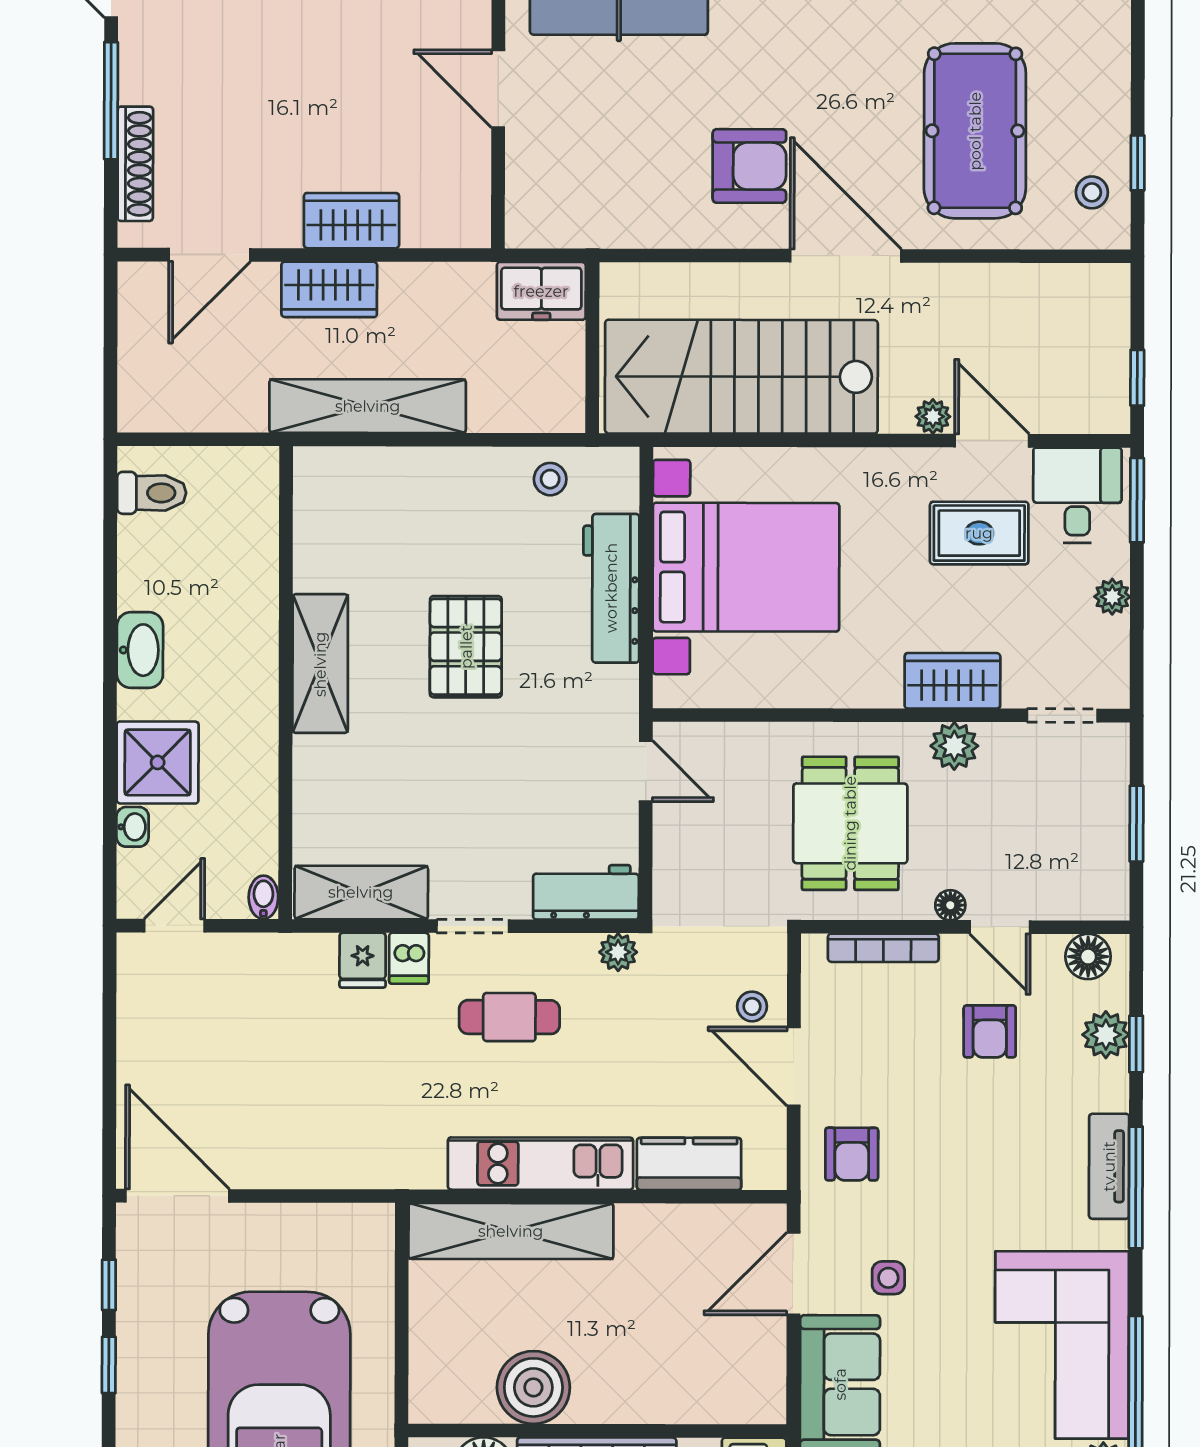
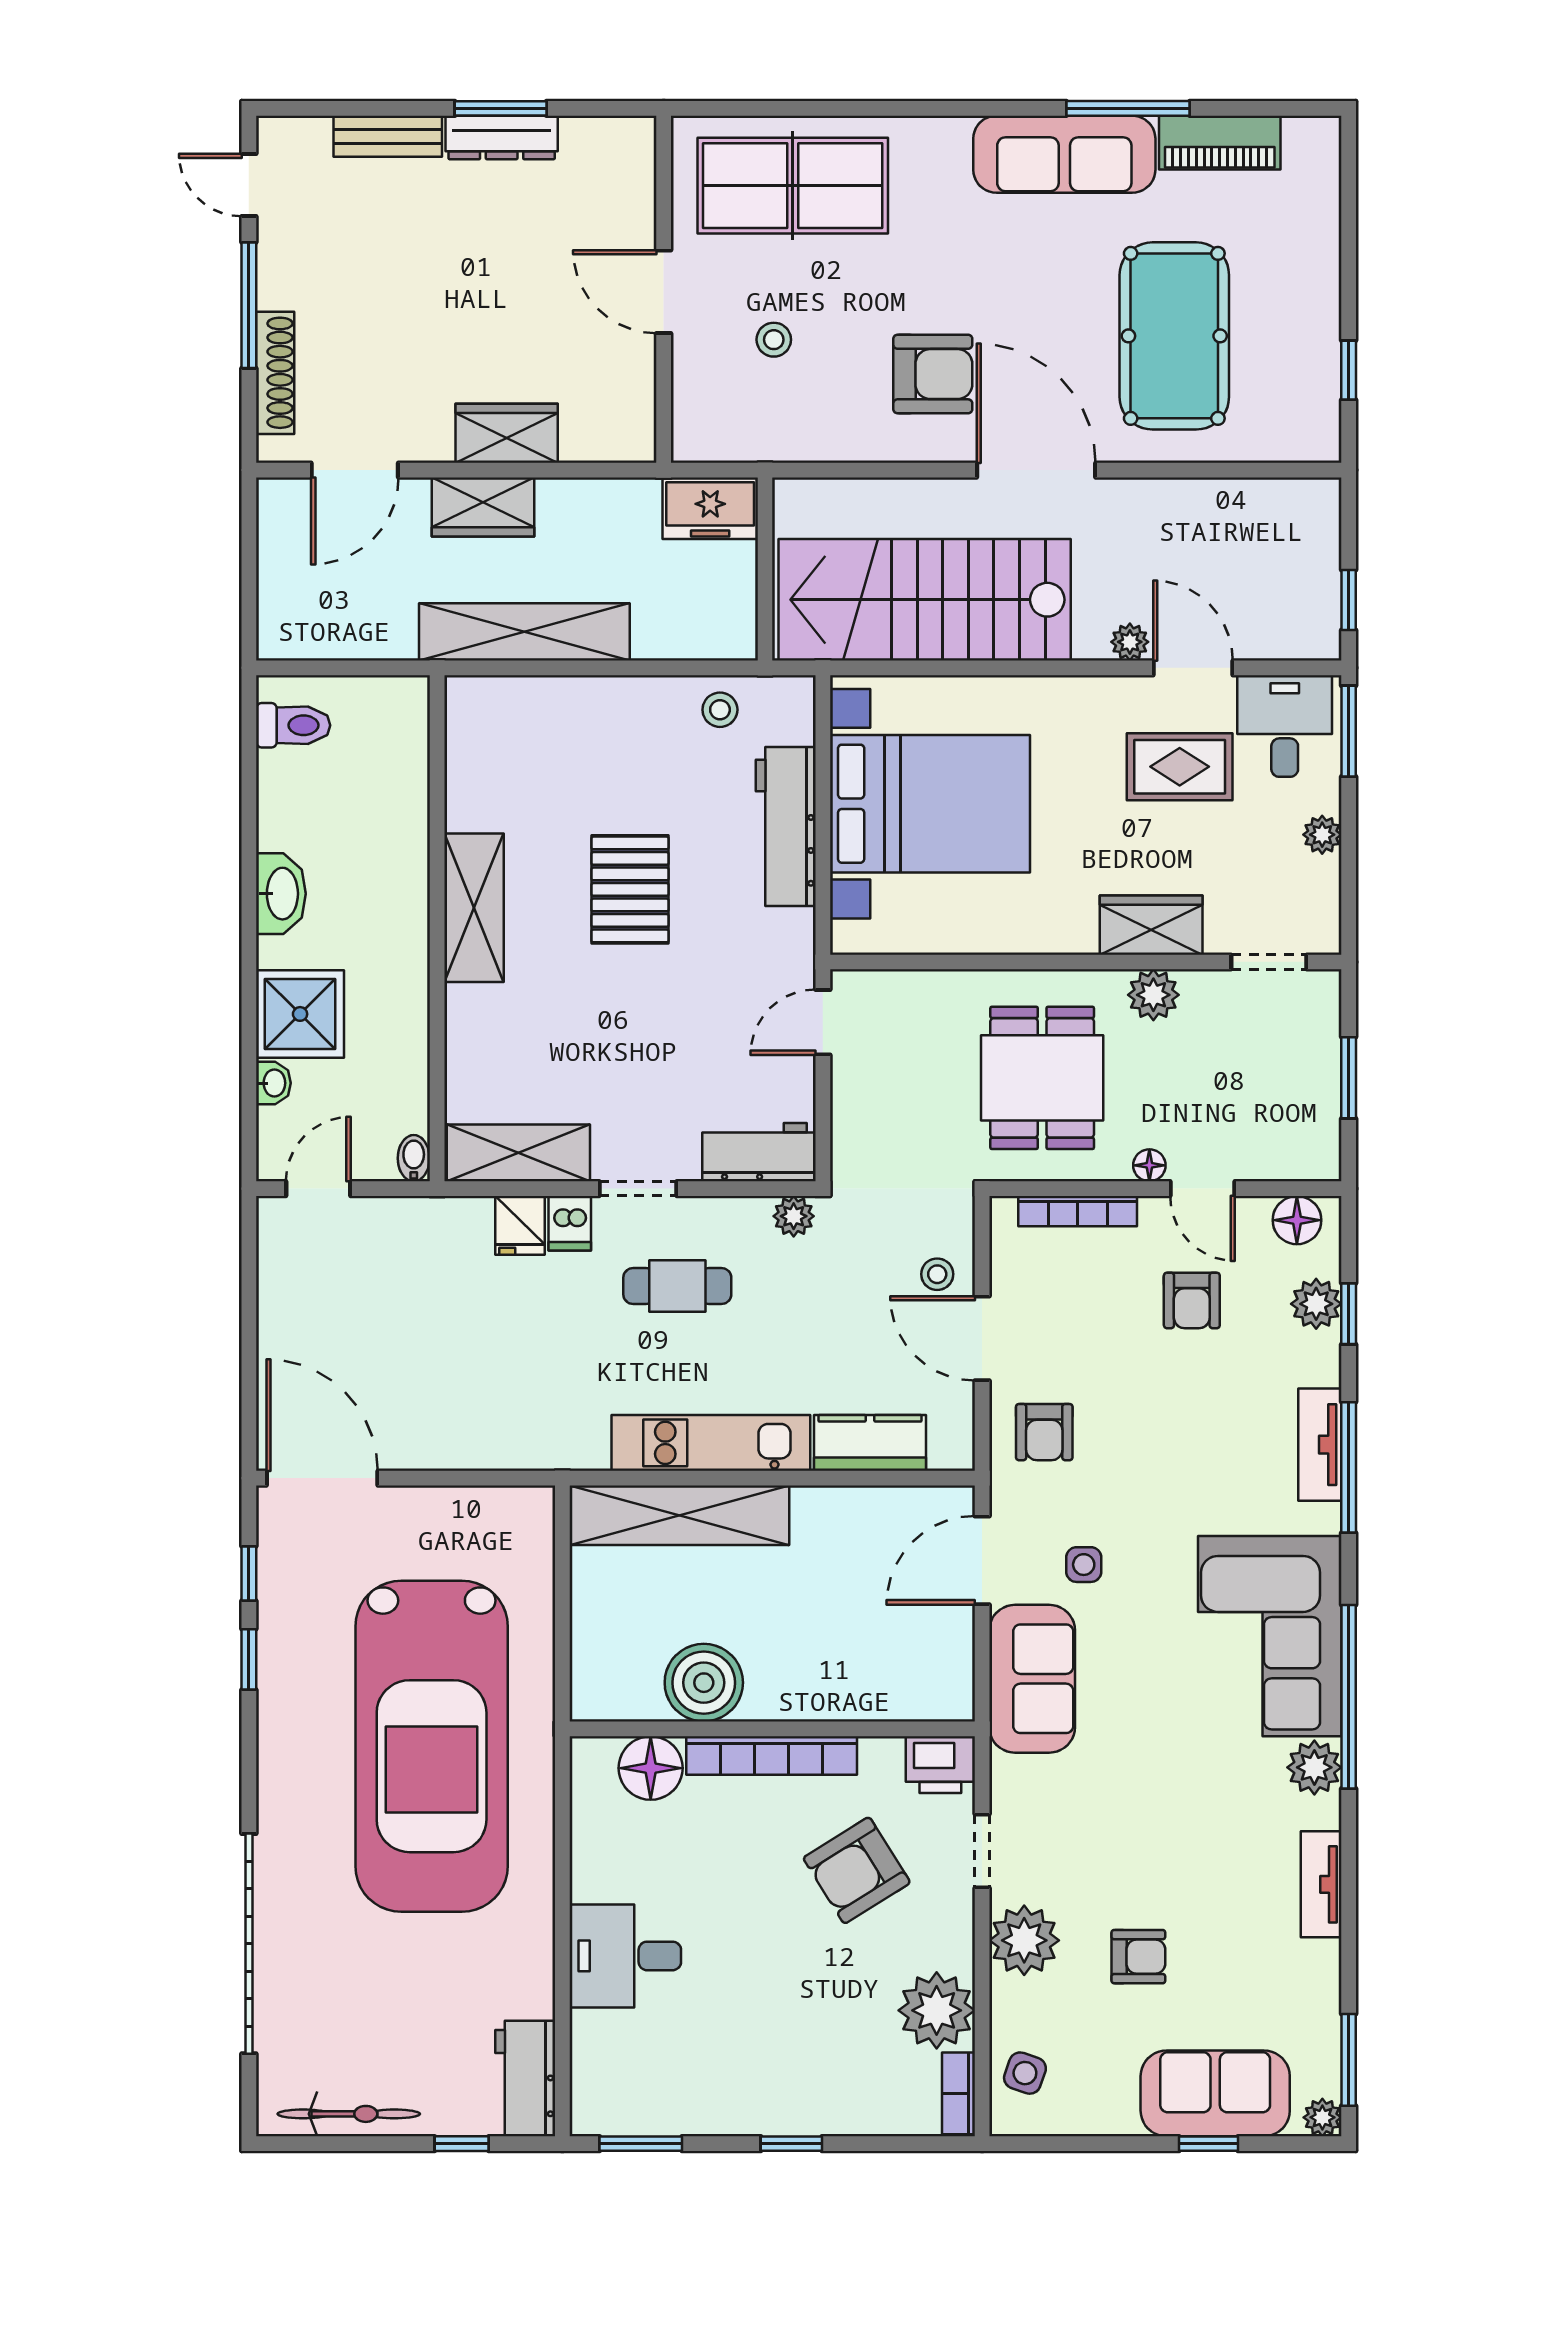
stool: (1092, 192) -> (774, 340), moved
door: (646, 771) -> (823, 1022), swing flipped

